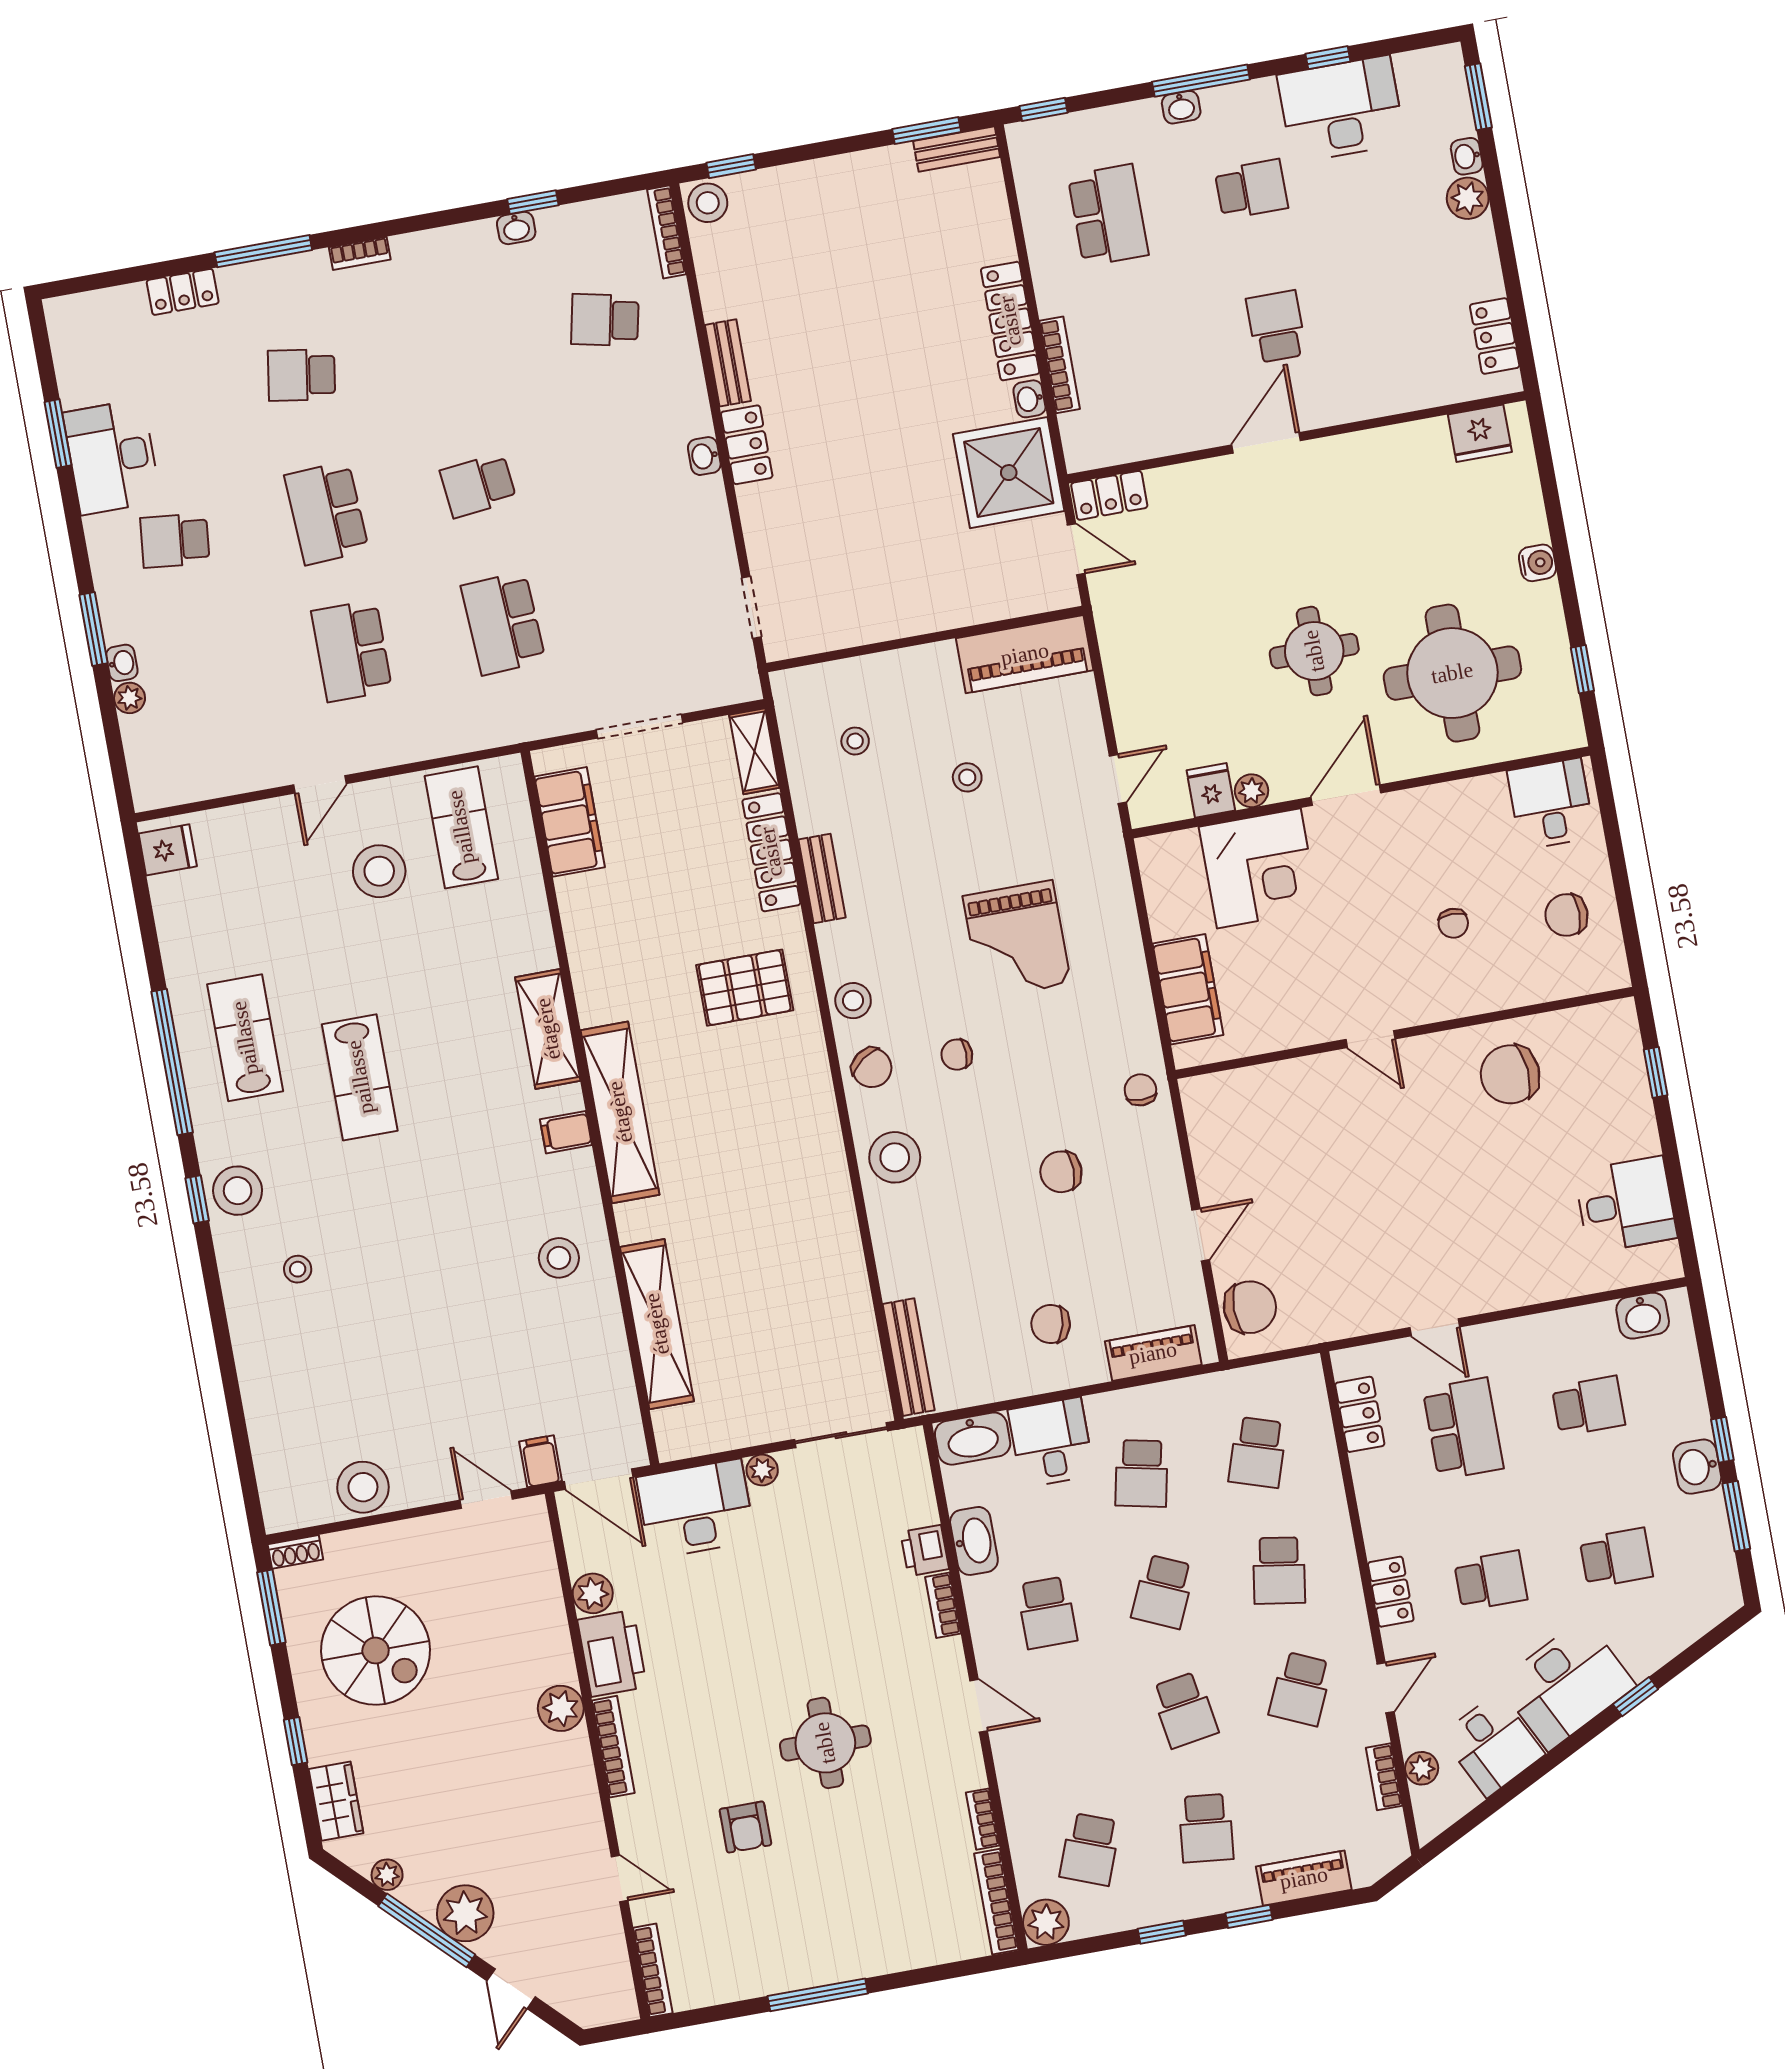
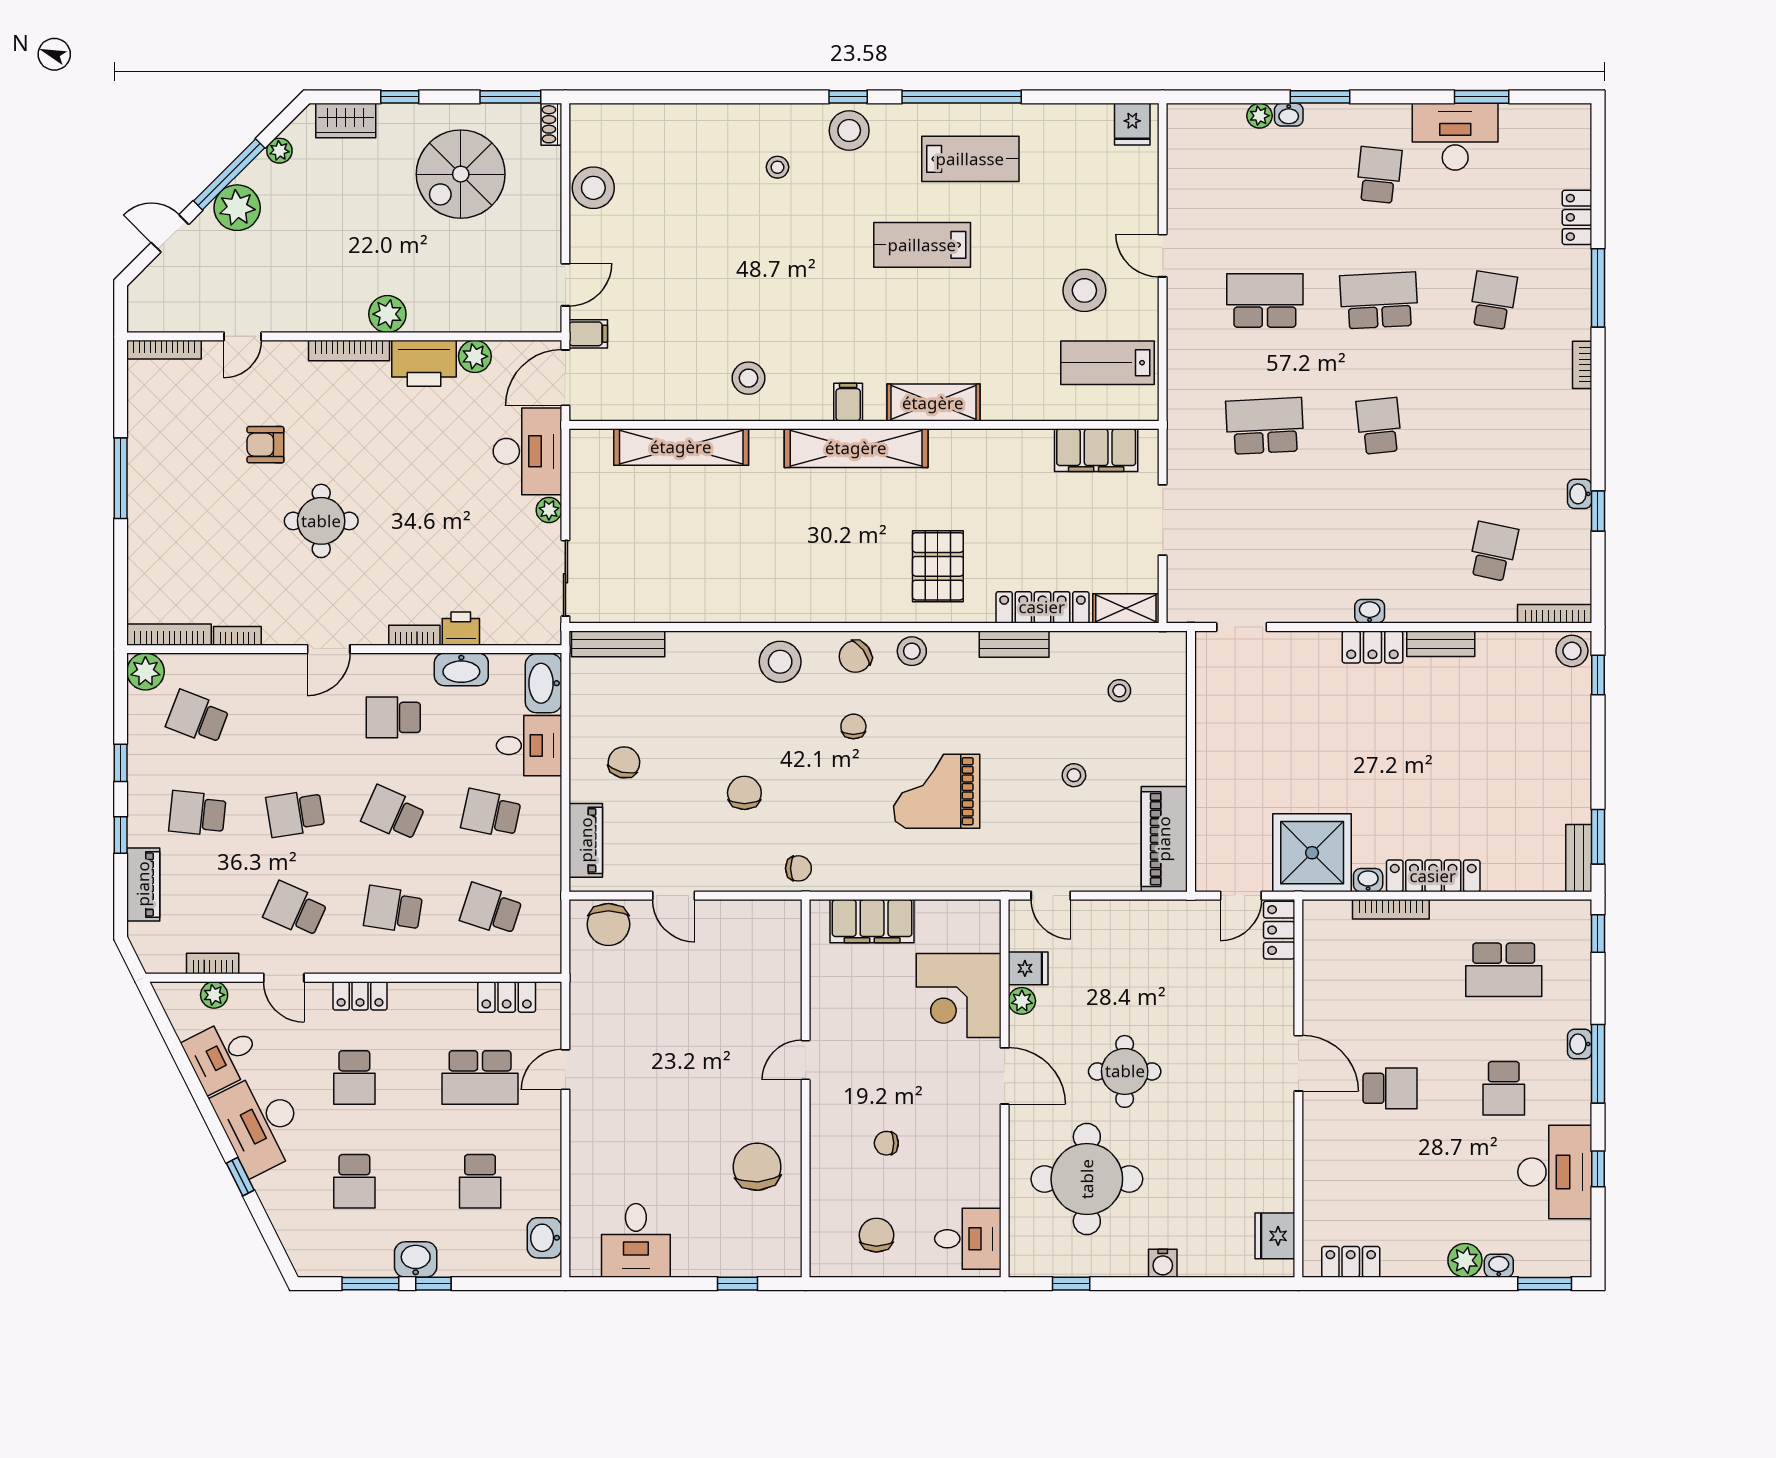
lab bench: (461, 827) -> (1107, 363), turned 180

